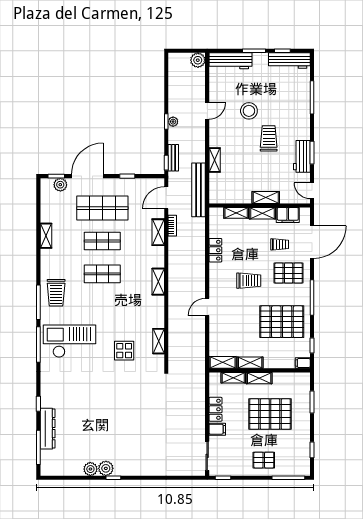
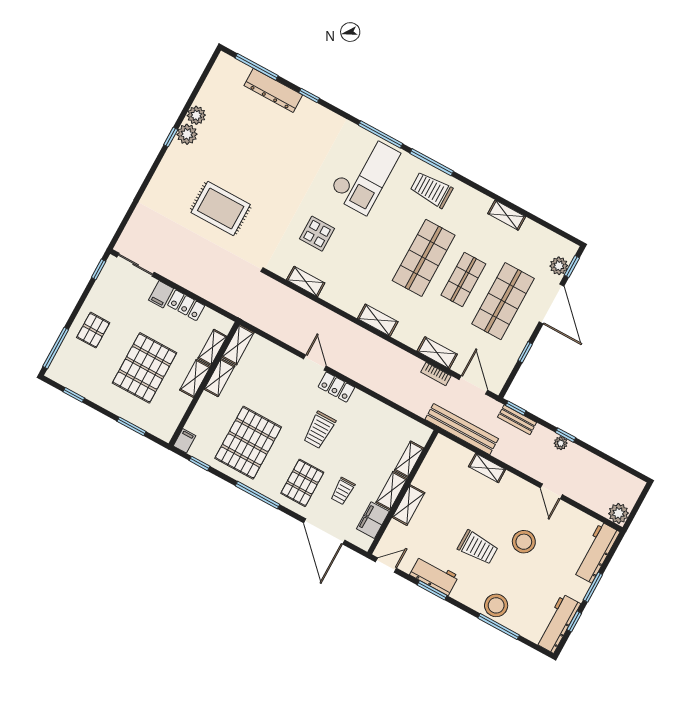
stool: (299, 106) -> (496, 605), added
locker: (215, 250) -> (336, 387), moved
shop shelf: (102, 274) -> (424, 258), width x1.43, depth x1.36
rug: (142, 421) -> (221, 208), added

